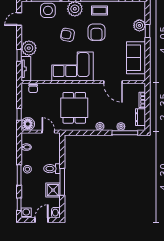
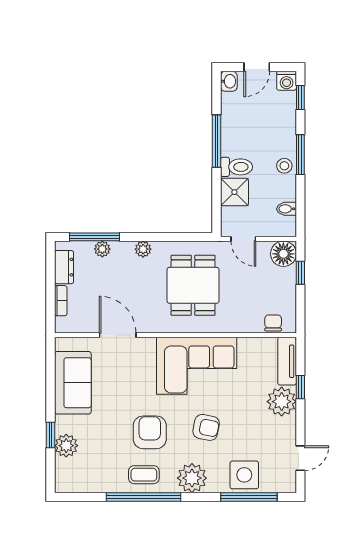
shower: (53, 190) -> (234, 192), moved

